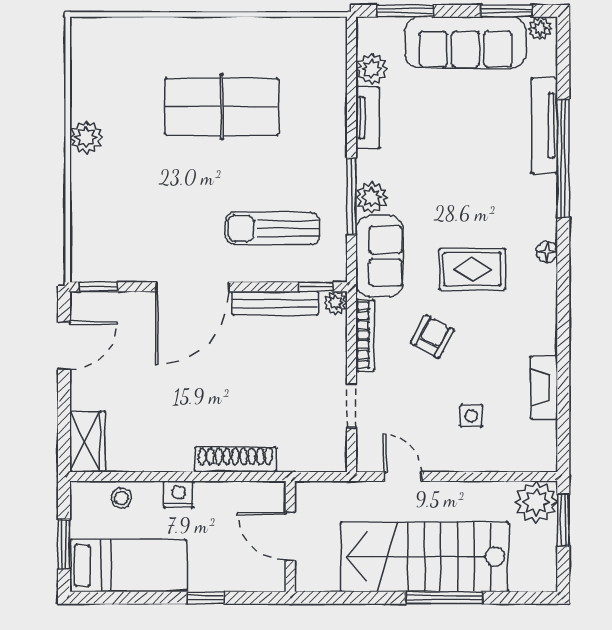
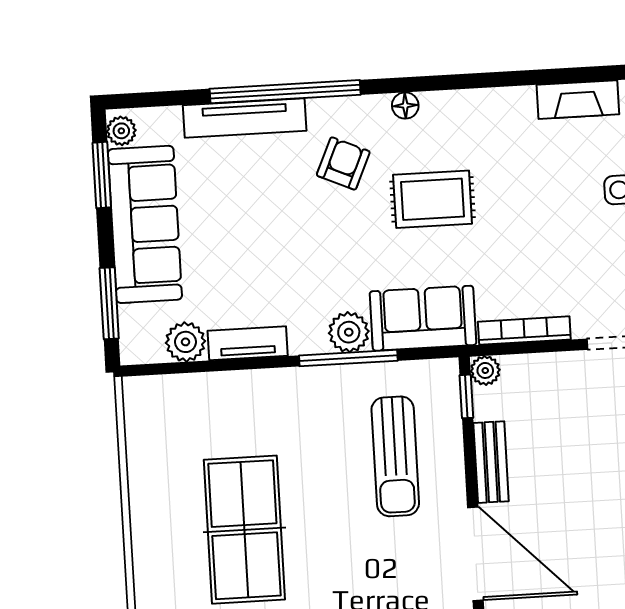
rug: (472, 269) -> (433, 199), turned 90
bench: (275, 303) -> (491, 462), width x0.73
armchair: (432, 337) -> (343, 163), moved, turned 85

